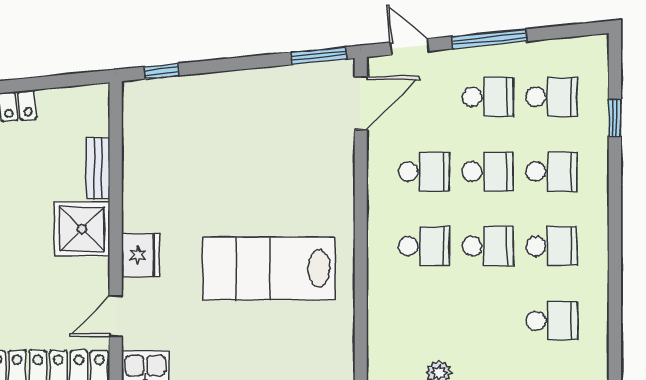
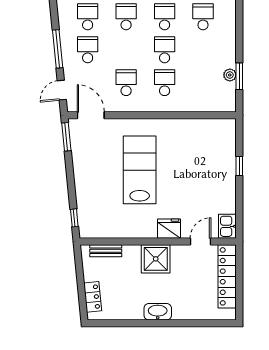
bench: (98, 168) -> (106, 251), moved
school desk: (488, 172) -> (126, 50), removed
lab bench: (269, 268) -> (140, 170), moved, turned 180
door: (116, 316) -> (200, 242), swing flipped

